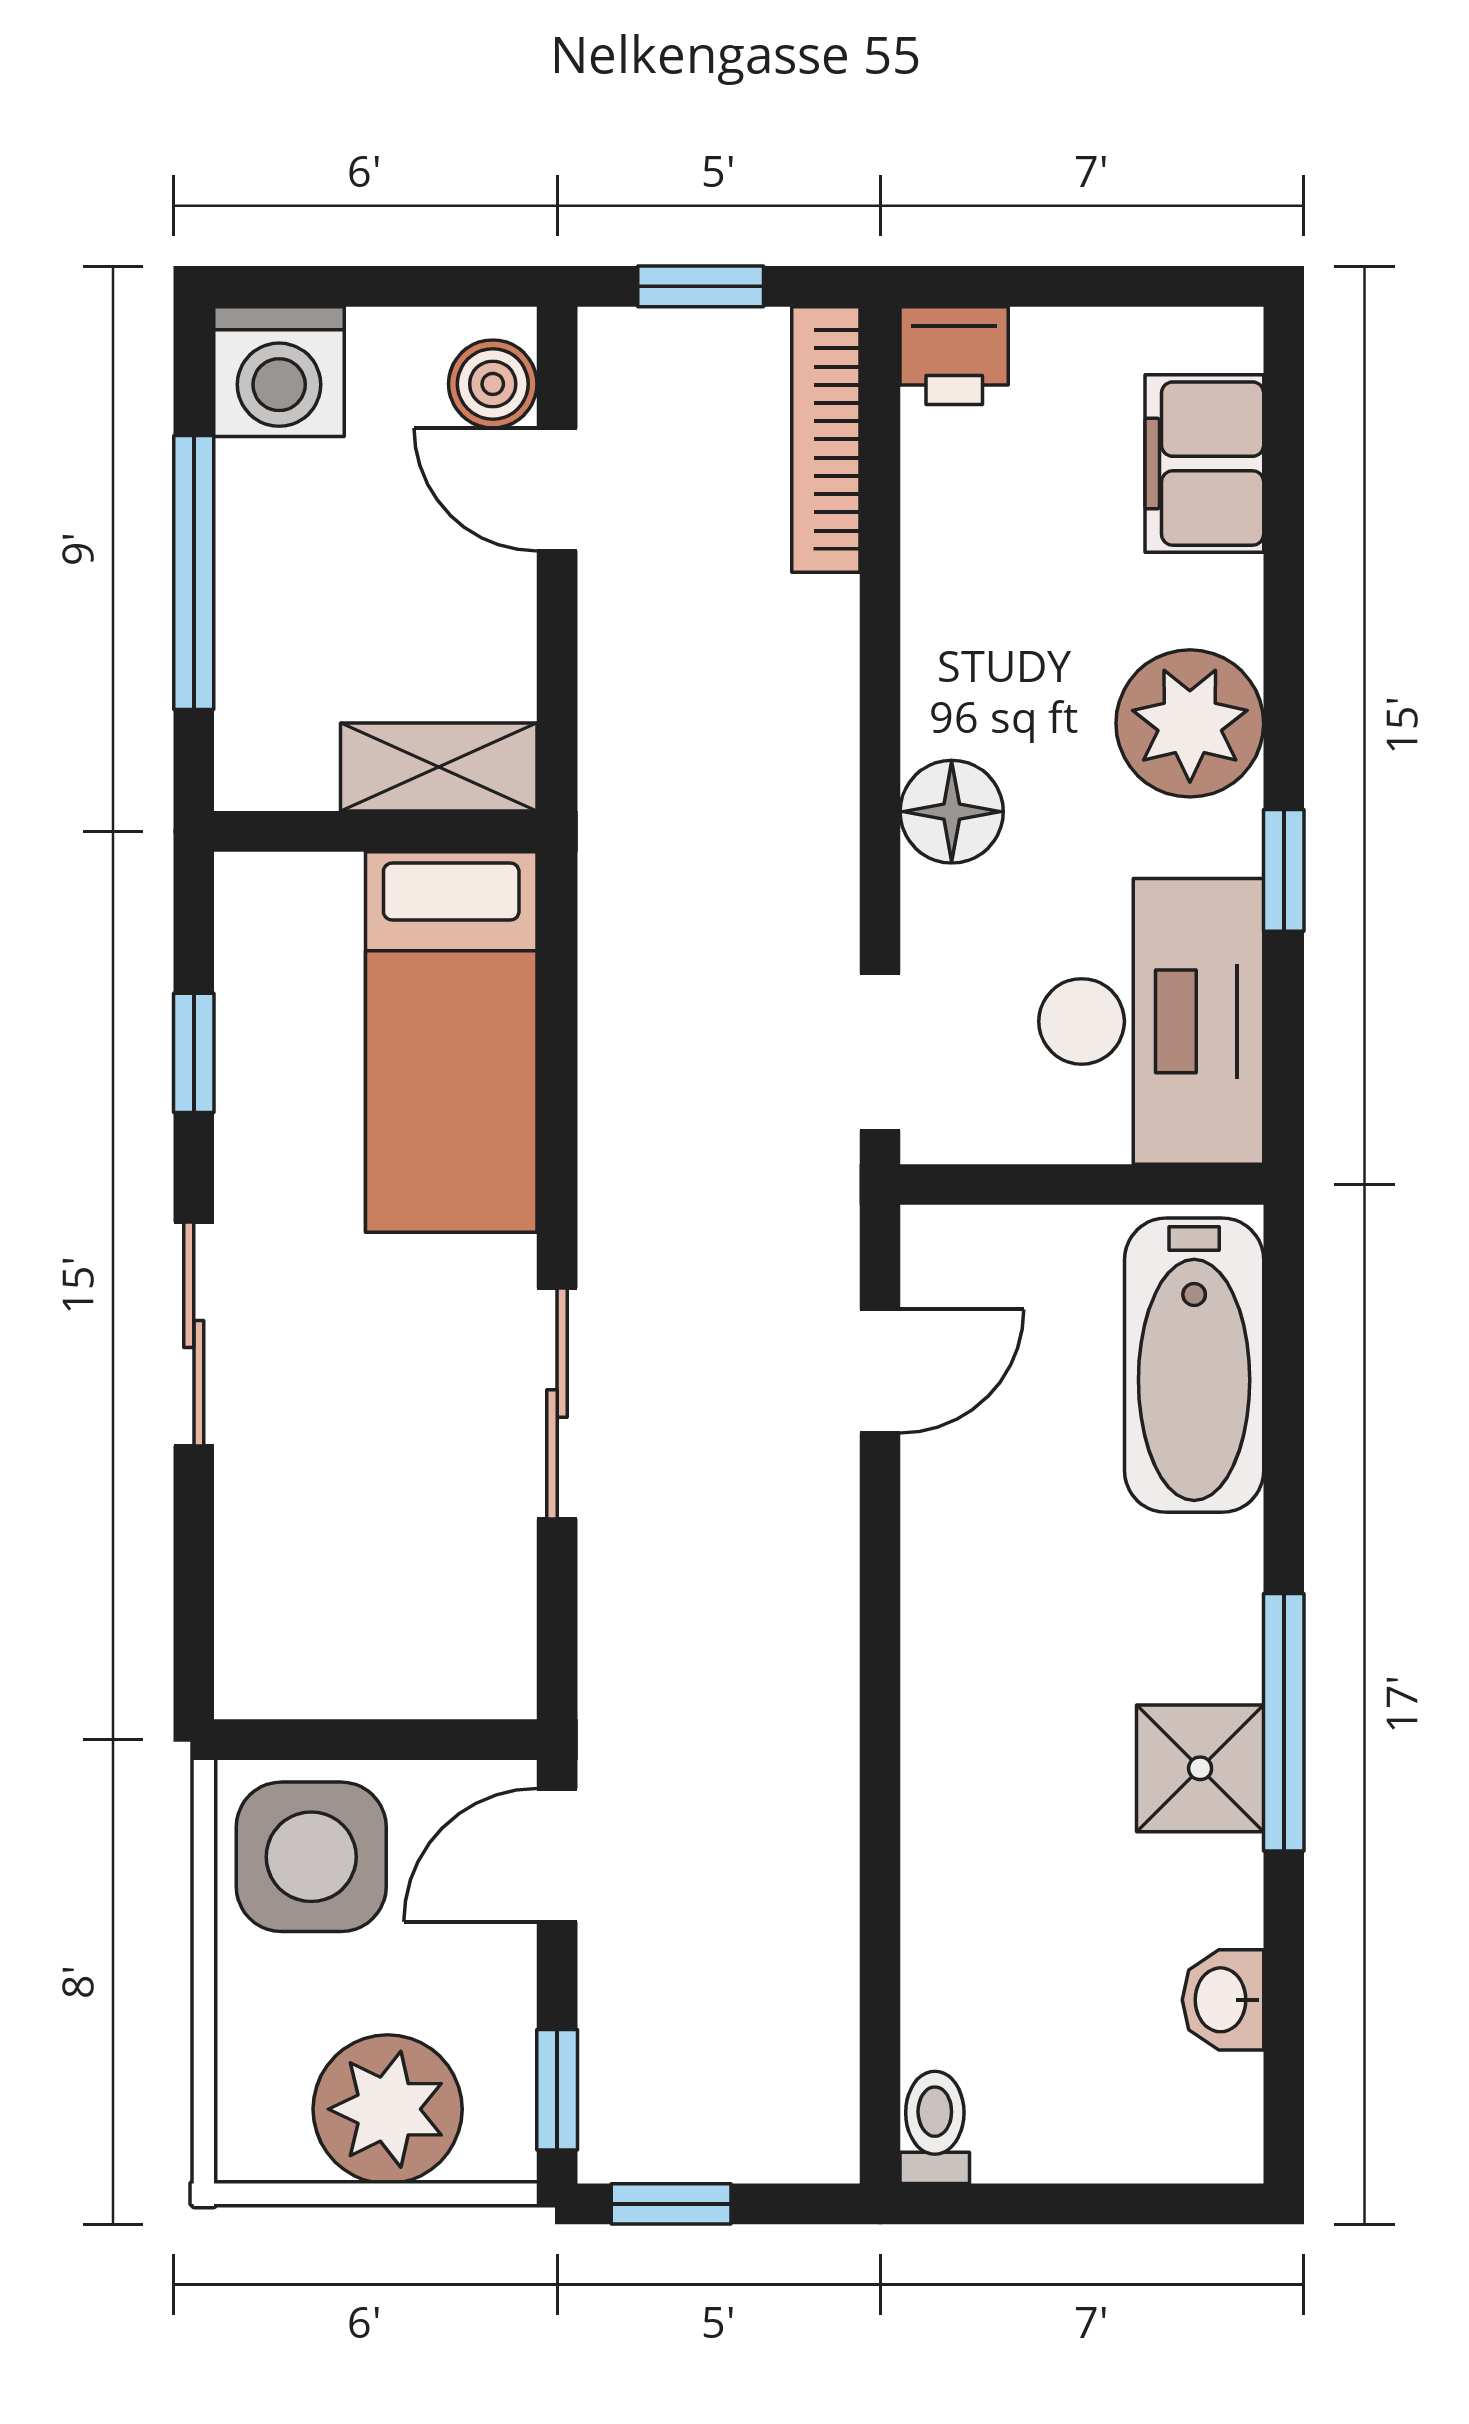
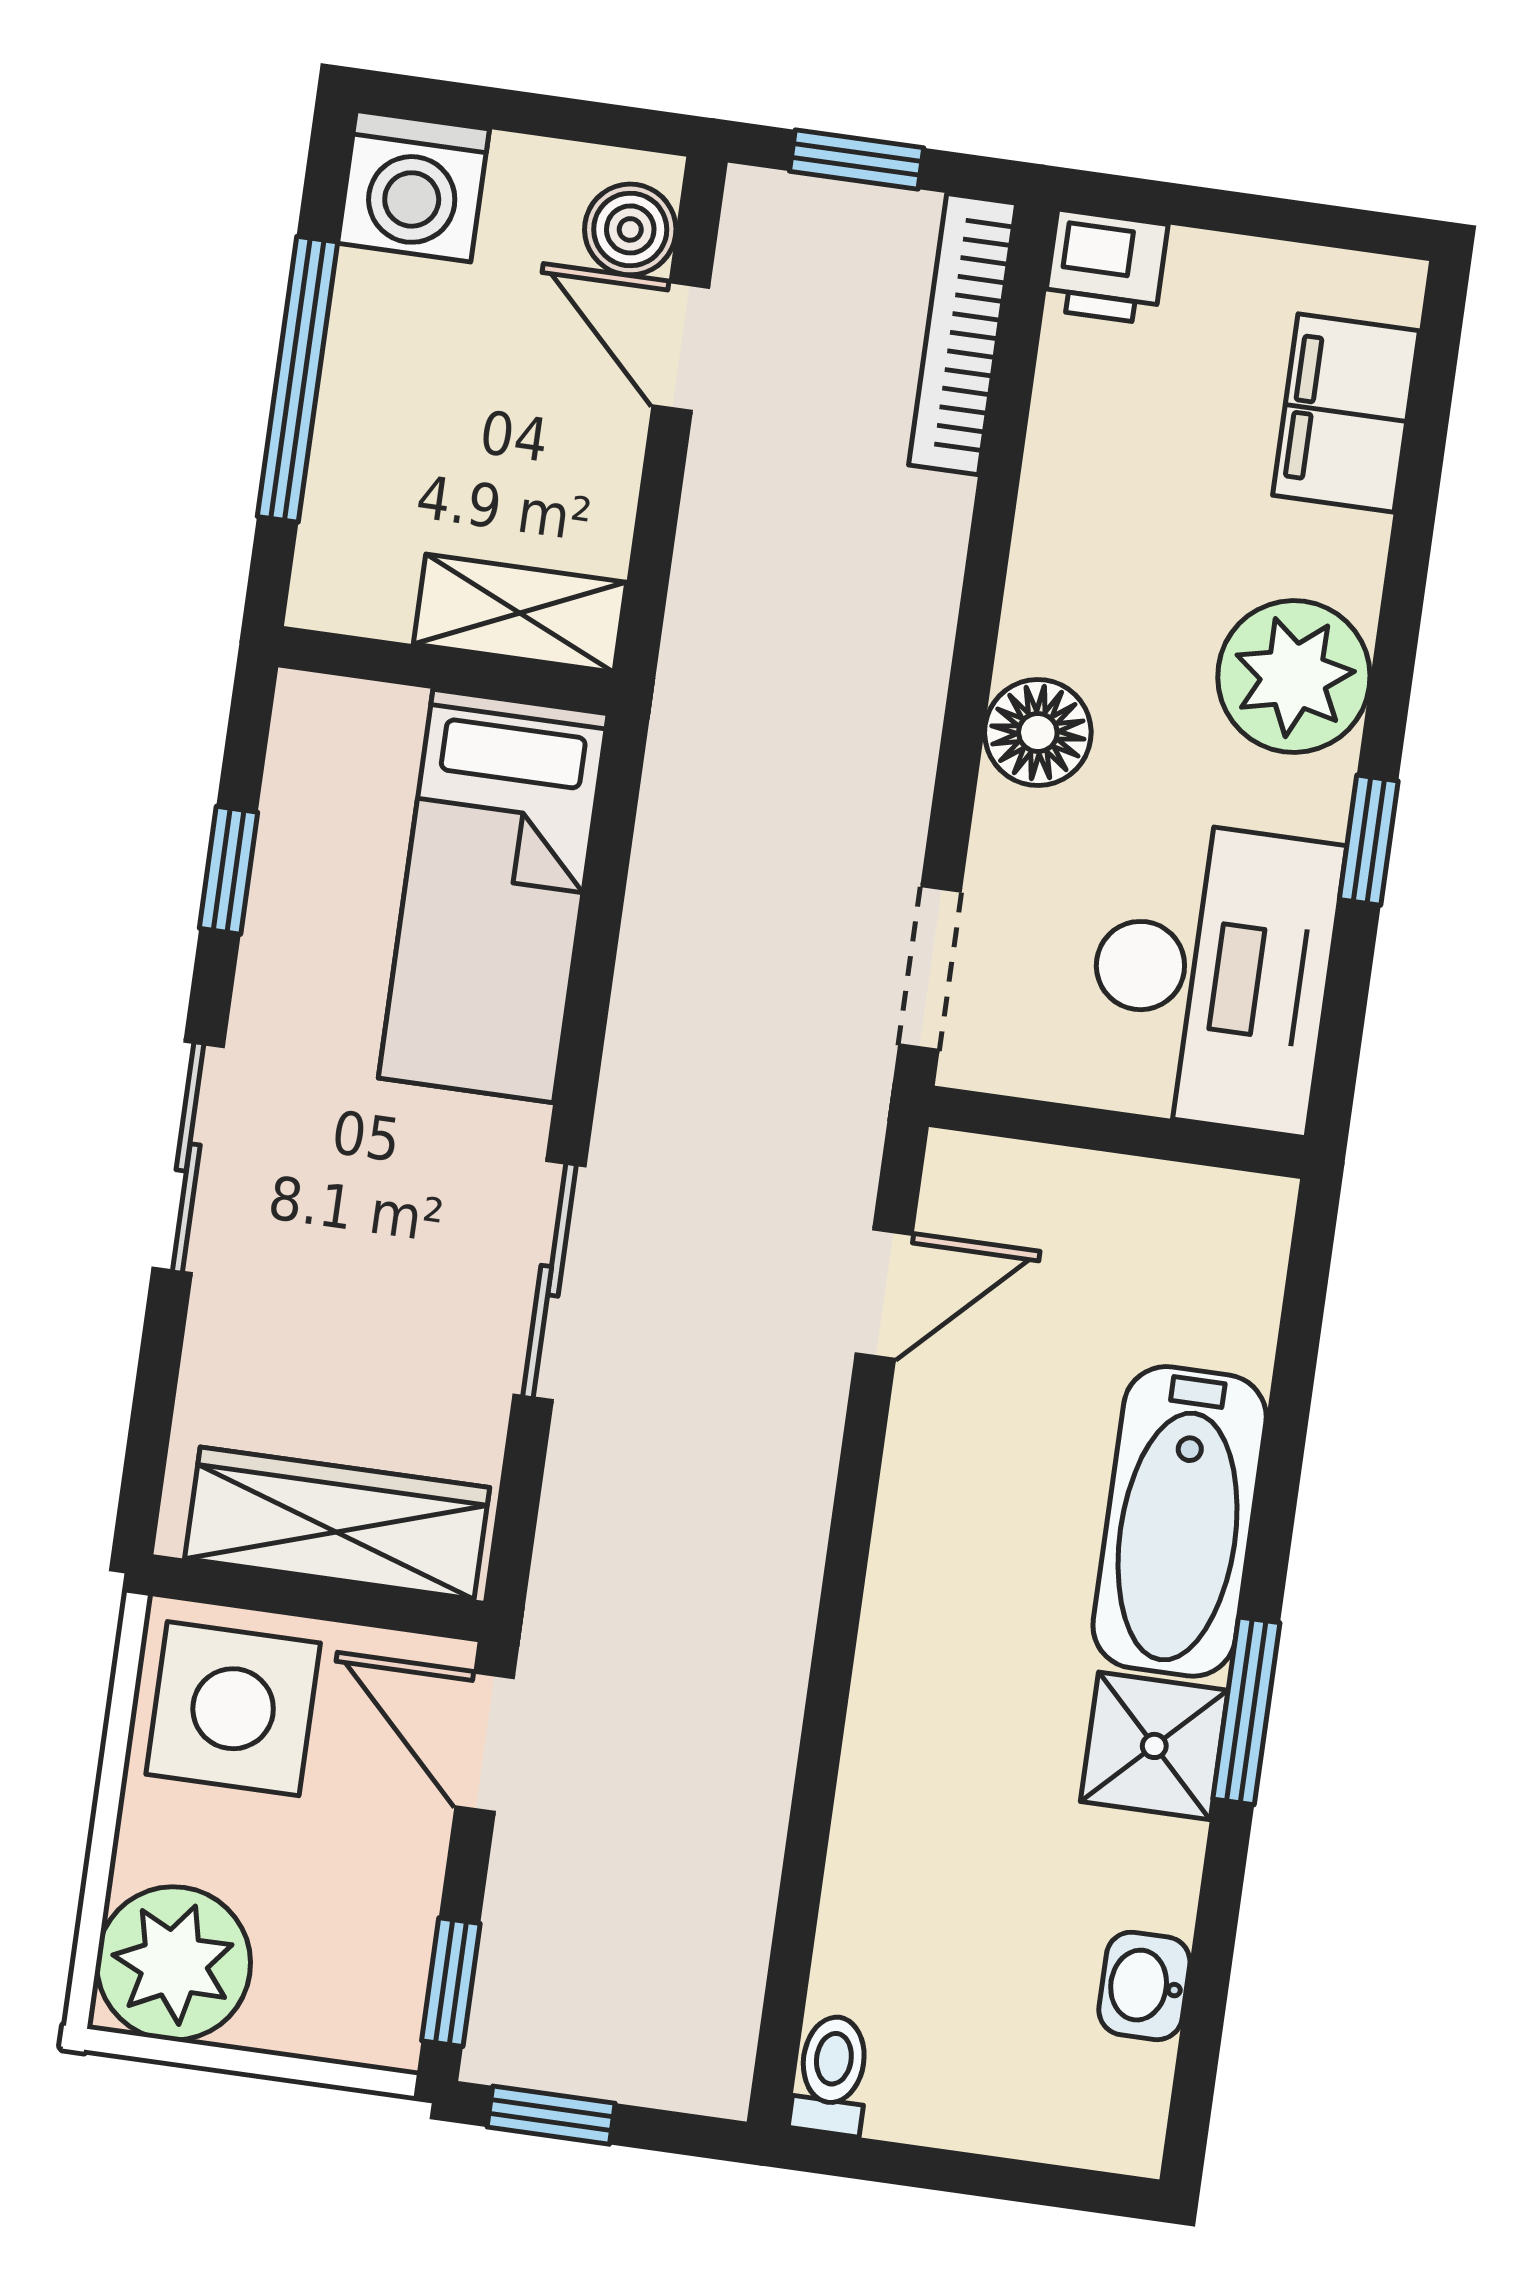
bathtub: (1194, 1365) -> (1180, 1521), moved
wardrobe: (386, 1665) -> (337, 1523), added
window: (1284, 1722) -> (1246, 1711), width x0.69
door: (557, 1855) -> (485, 1742), hinge flipped
plant: (388, 2109) -> (174, 1963), moved

